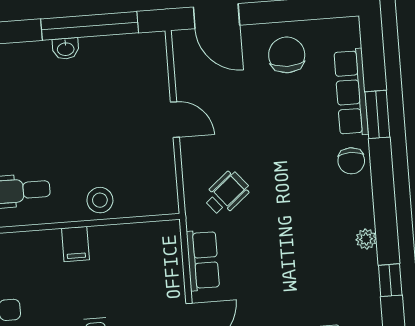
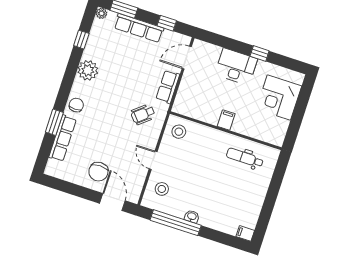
chair: (287, 55) -> (98, 172), moved
stool: (139, 75) -> (162, 189), added
stool: (100, 200) -> (179, 132), moved
plant: (366, 239) -> (88, 70), width x1.88, depth x1.88

